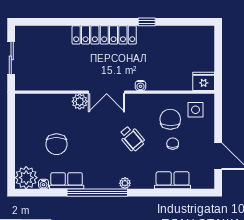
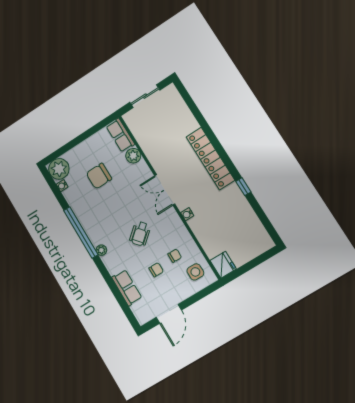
plant: (80, 101) -> (133, 156), moved
chair: (170, 119) -> (175, 256), width x0.54, depth x0.54
row of seats: (67, 181) -> (120, 135), moved, turned 180

